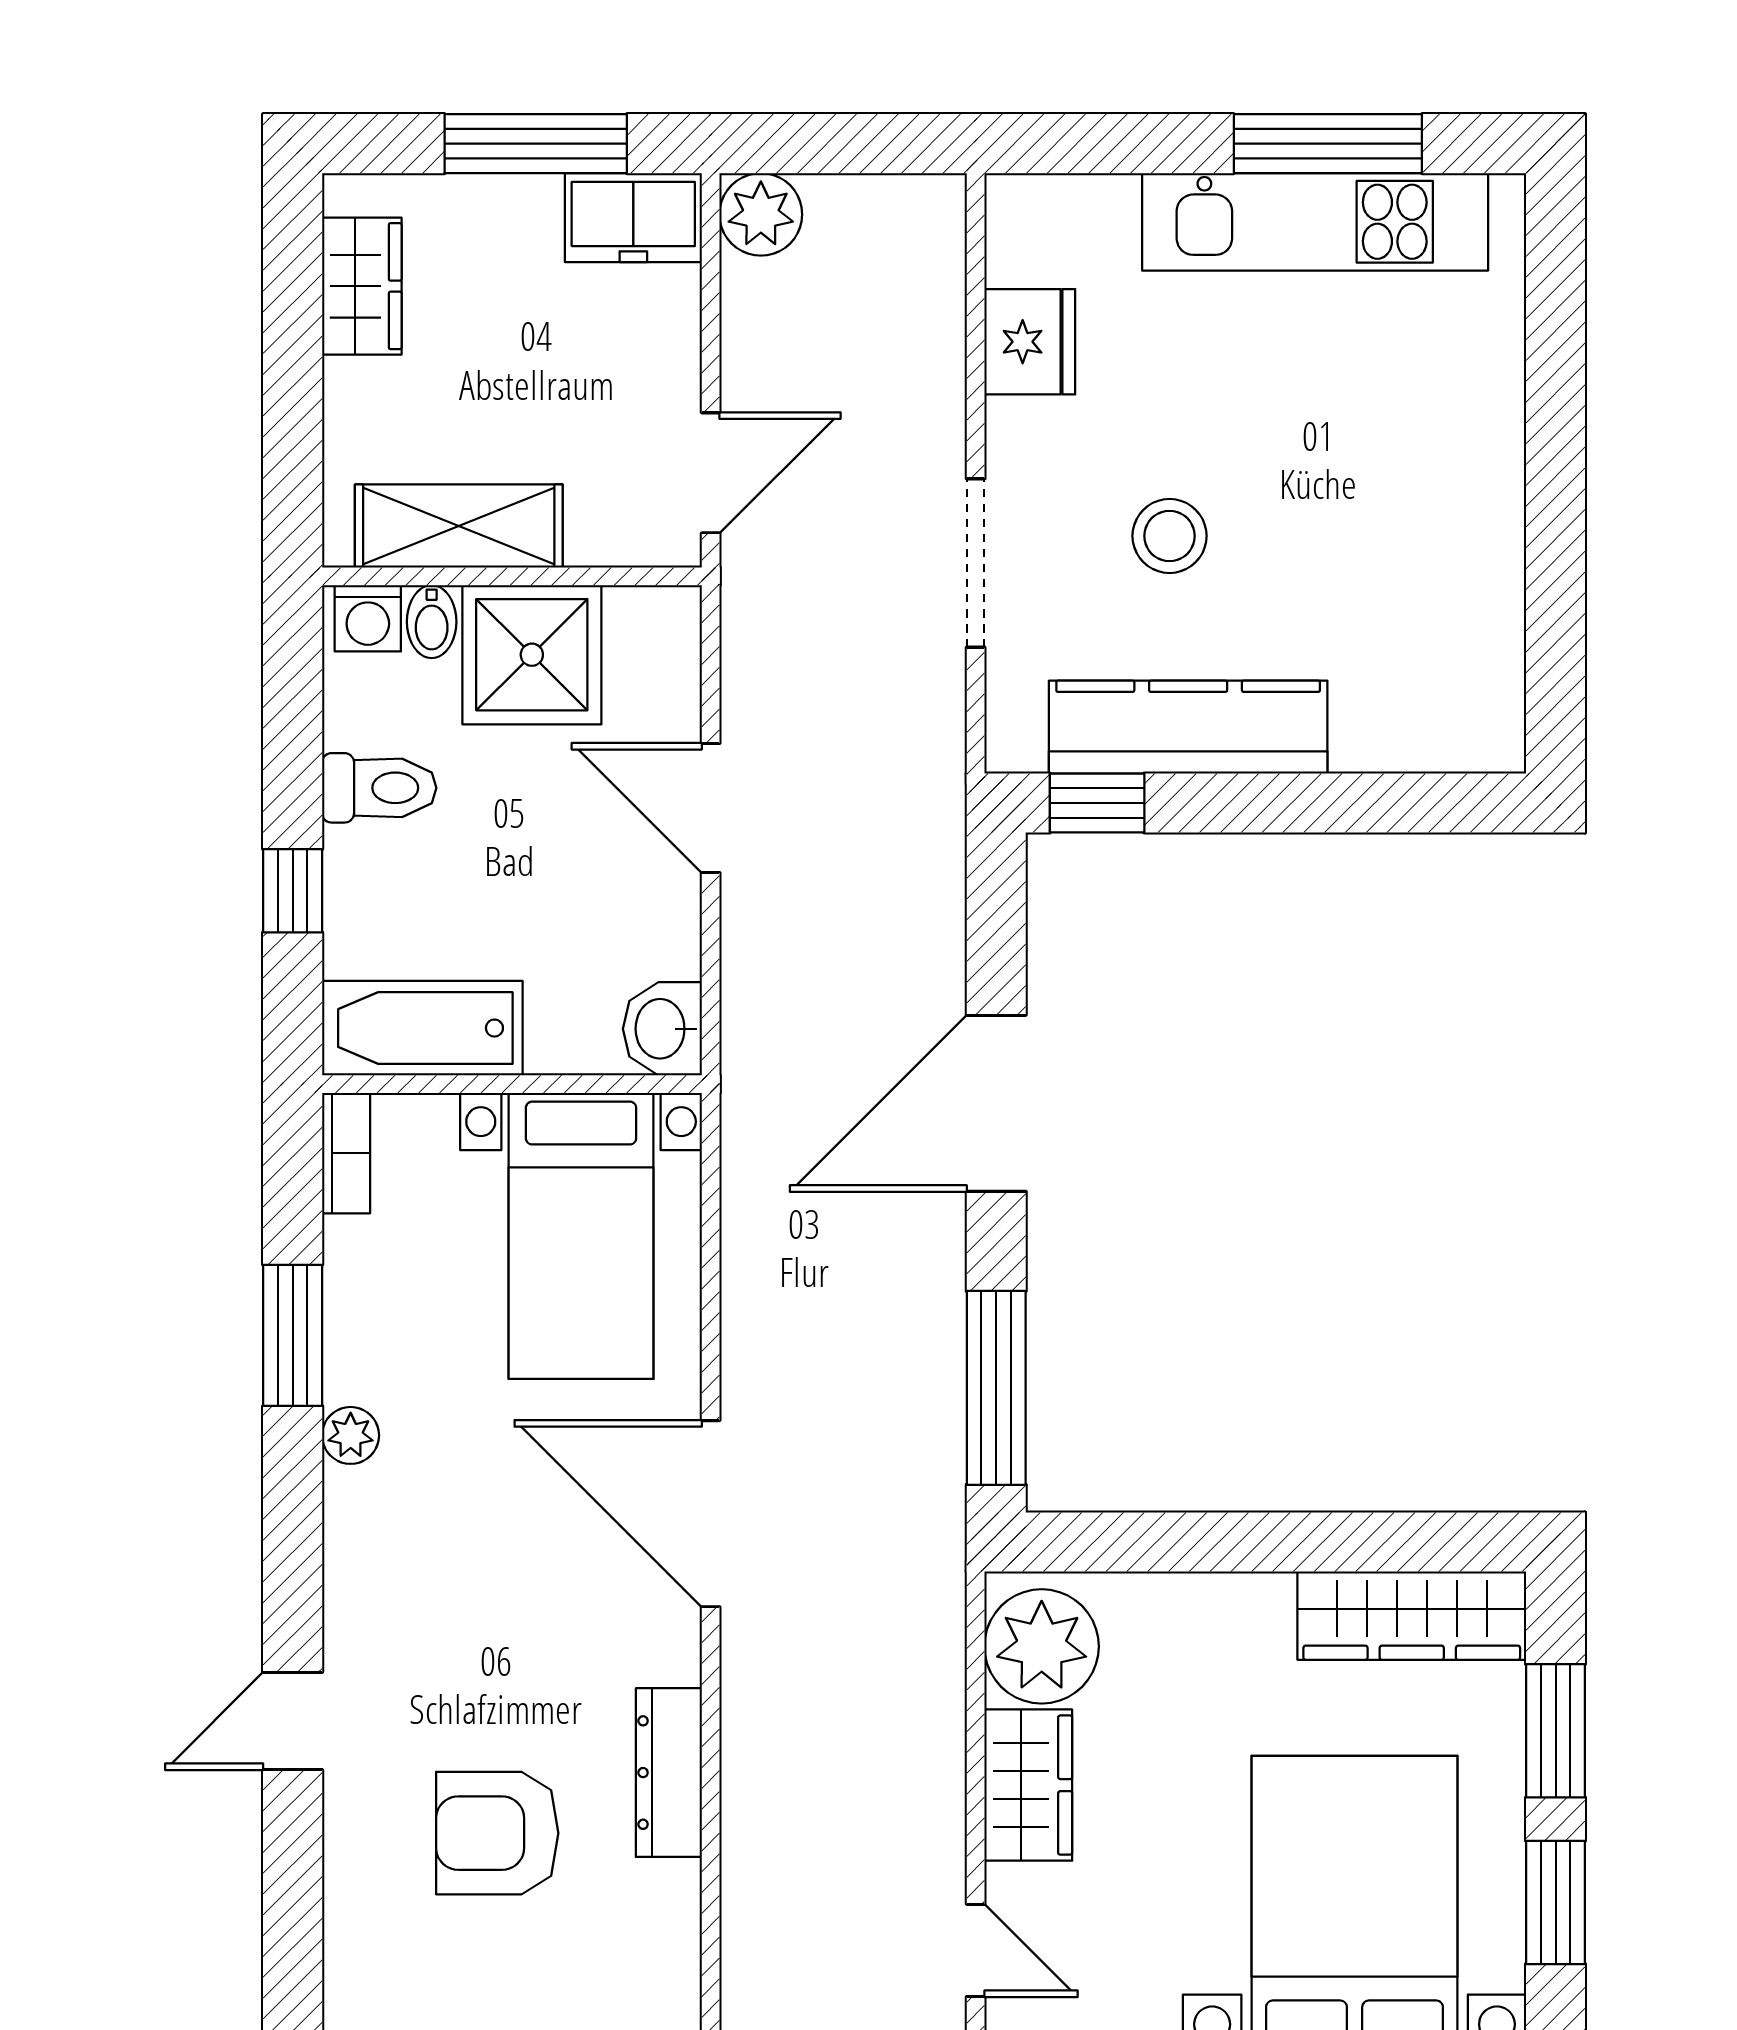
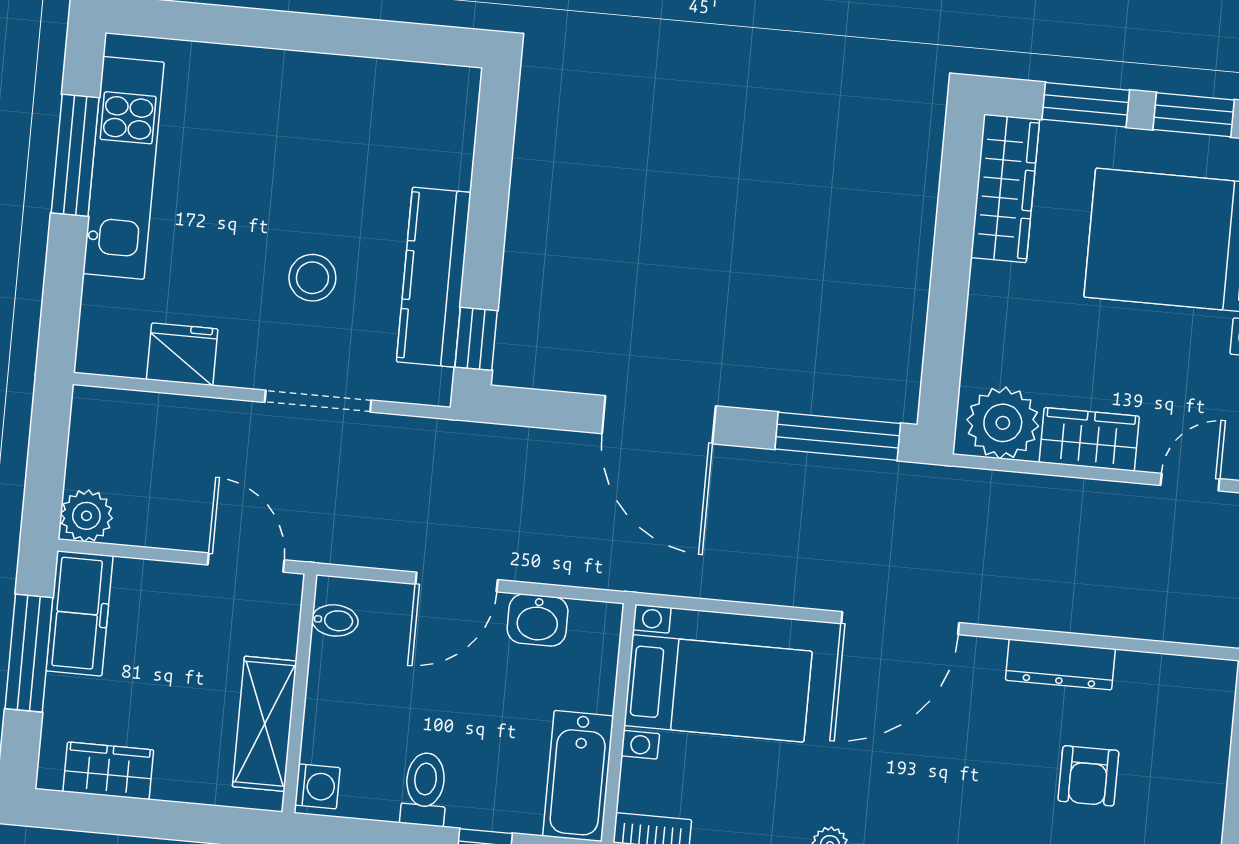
freezer: (633, 218) -> (79, 613), width x1.40
bidet: (432, 622) -> (335, 620), moved
shower: (532, 655) -> (350, 685), removed
washbasin: (662, 1029) -> (538, 620), moved
armchair: (497, 1833) -> (1088, 776), width x0.72, depth x0.72

